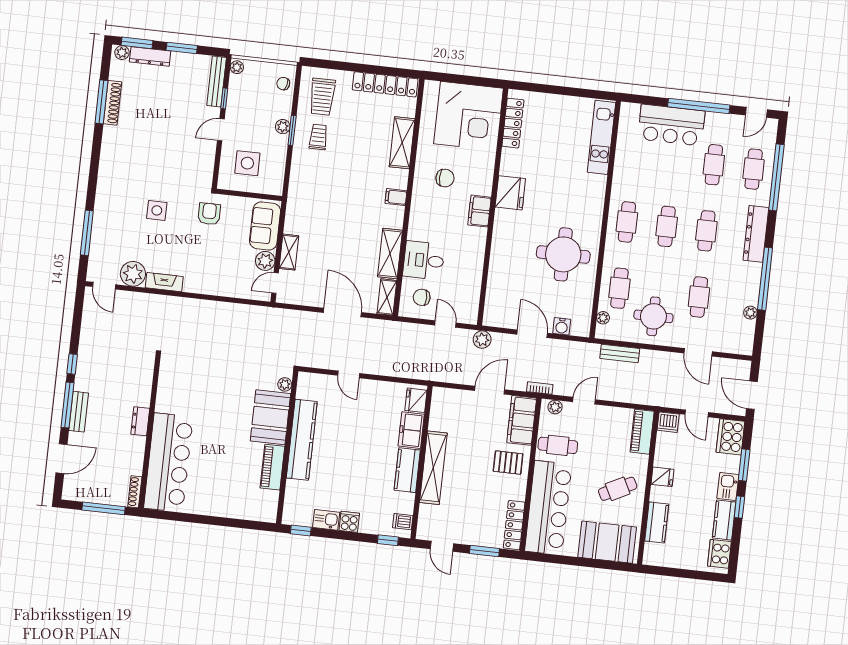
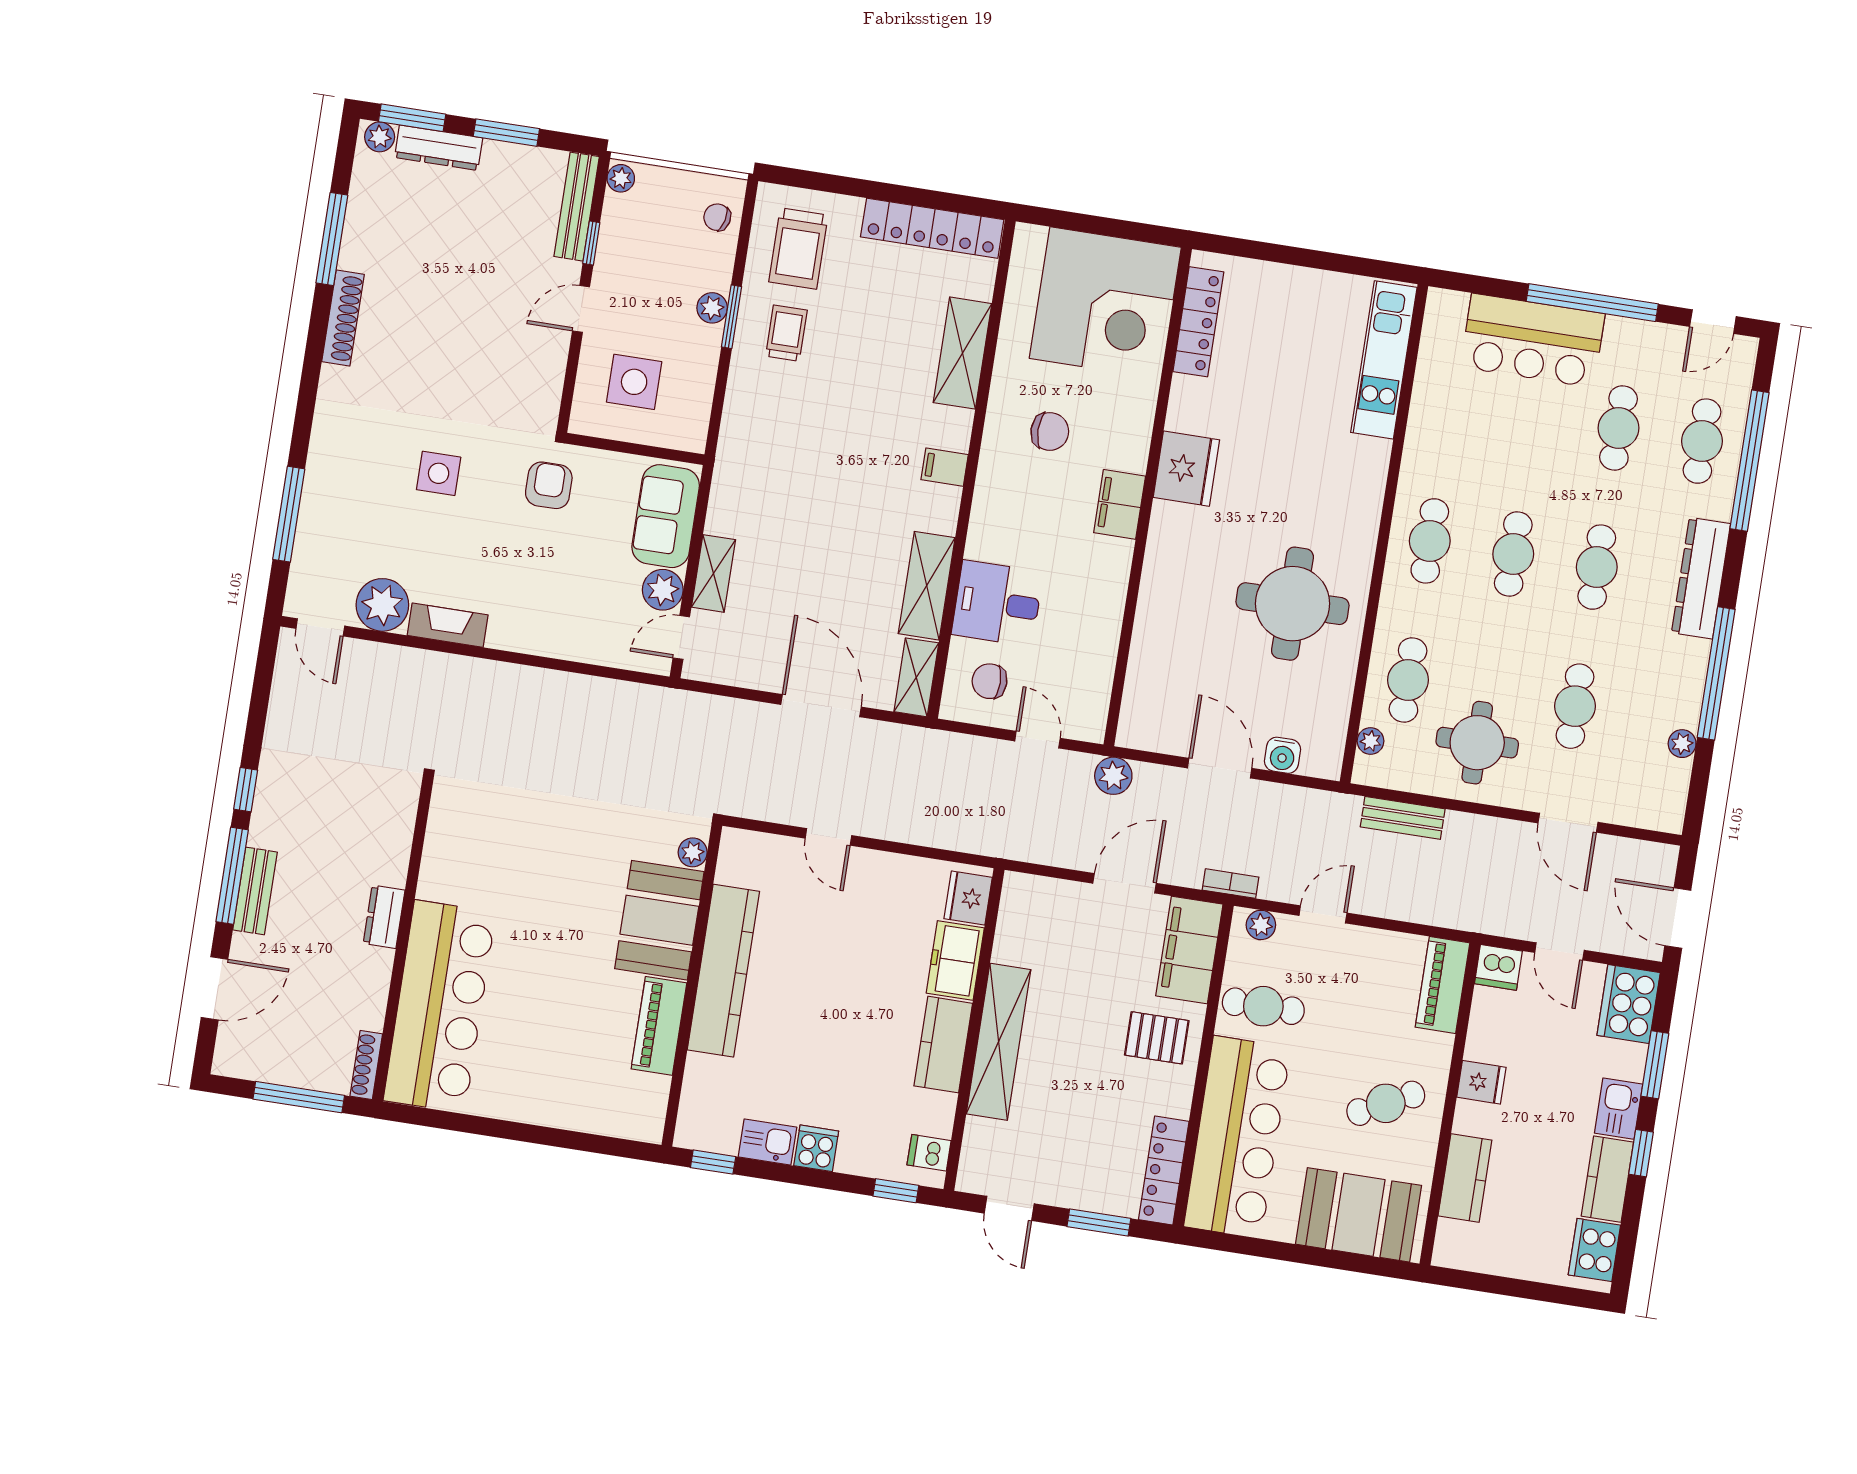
shoe rack: (112, 103) -> (343, 318), moved

